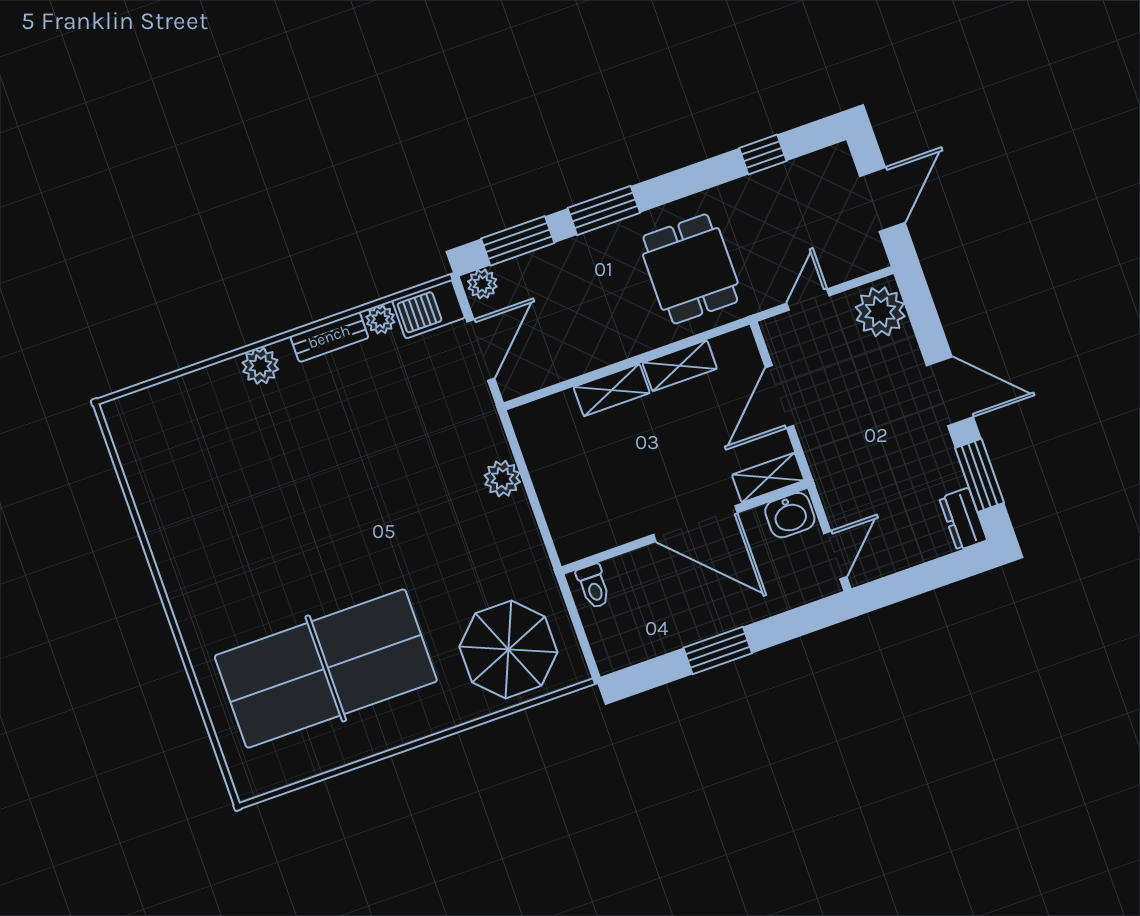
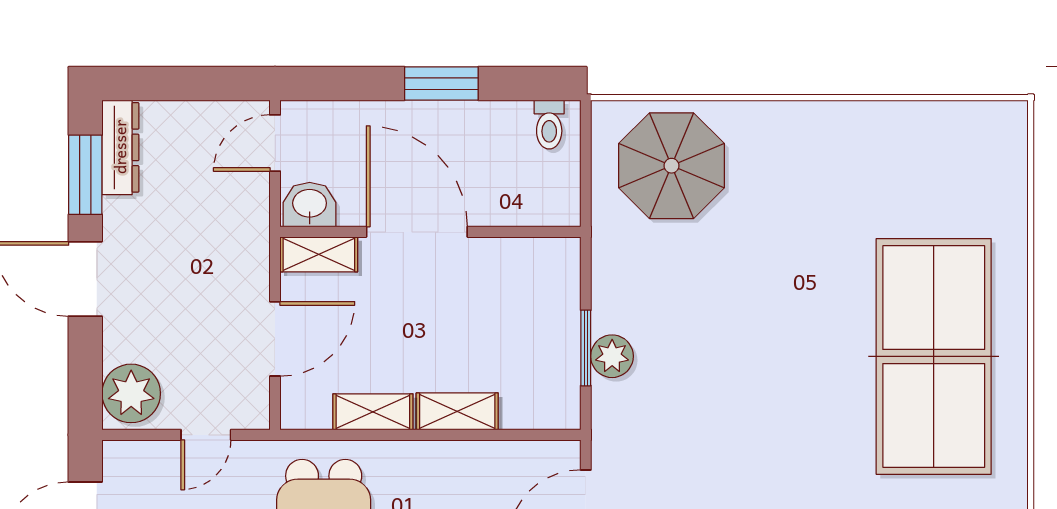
window: (526, 478) -> (586, 348), added
dresser: (963, 519) -> (120, 147), width x1.44
toilet: (593, 586) -> (549, 125), moved, turned 180
table tennis table: (326, 668) -> (934, 356), moved, turned 90

